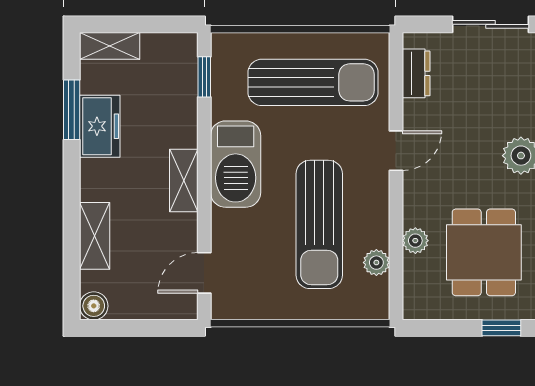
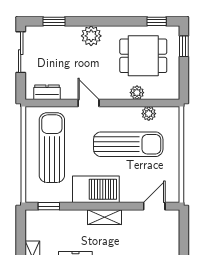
door: (204, 273) -> (154, 206), swing flipped

